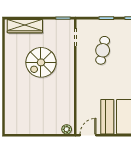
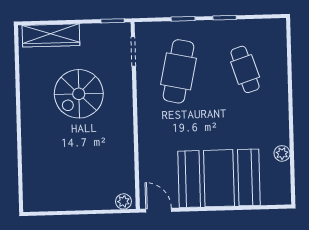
cafe table: (103, 50) -> (178, 71), width x1.37, depth x1.35
door: (88, 135) -> (159, 210), hinge flipped

